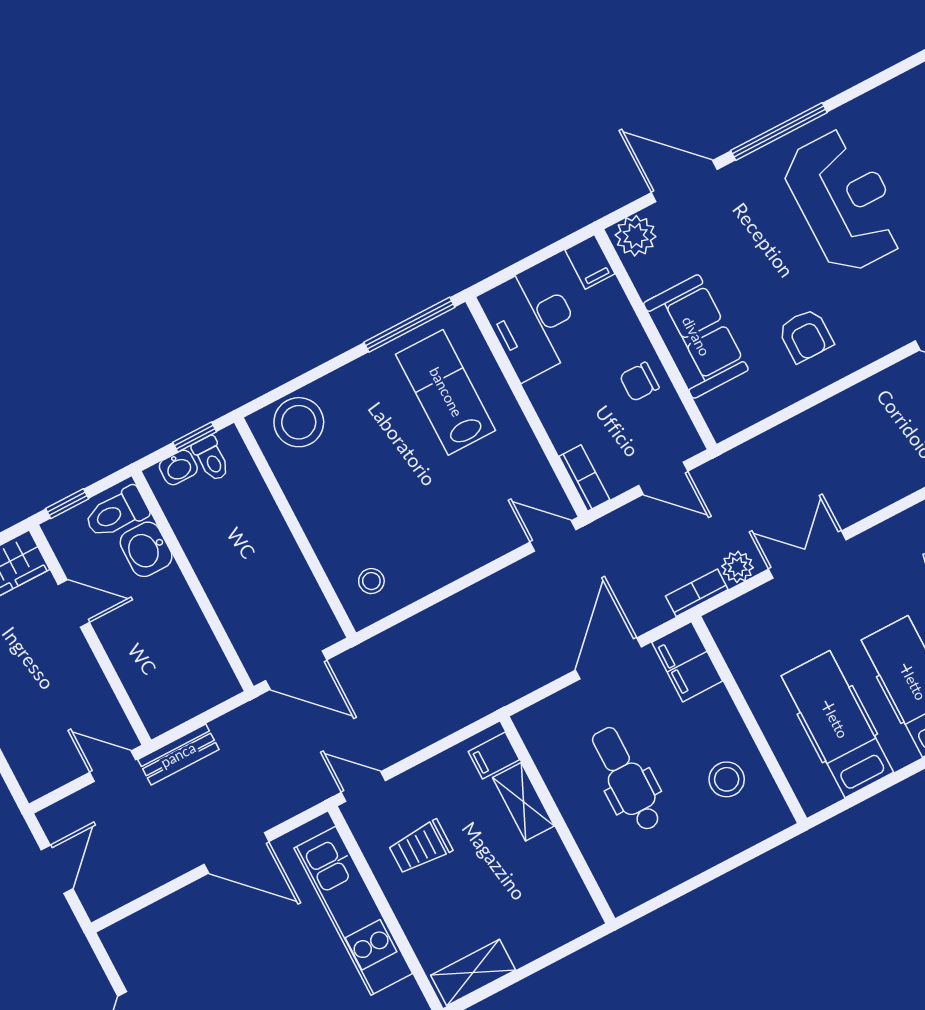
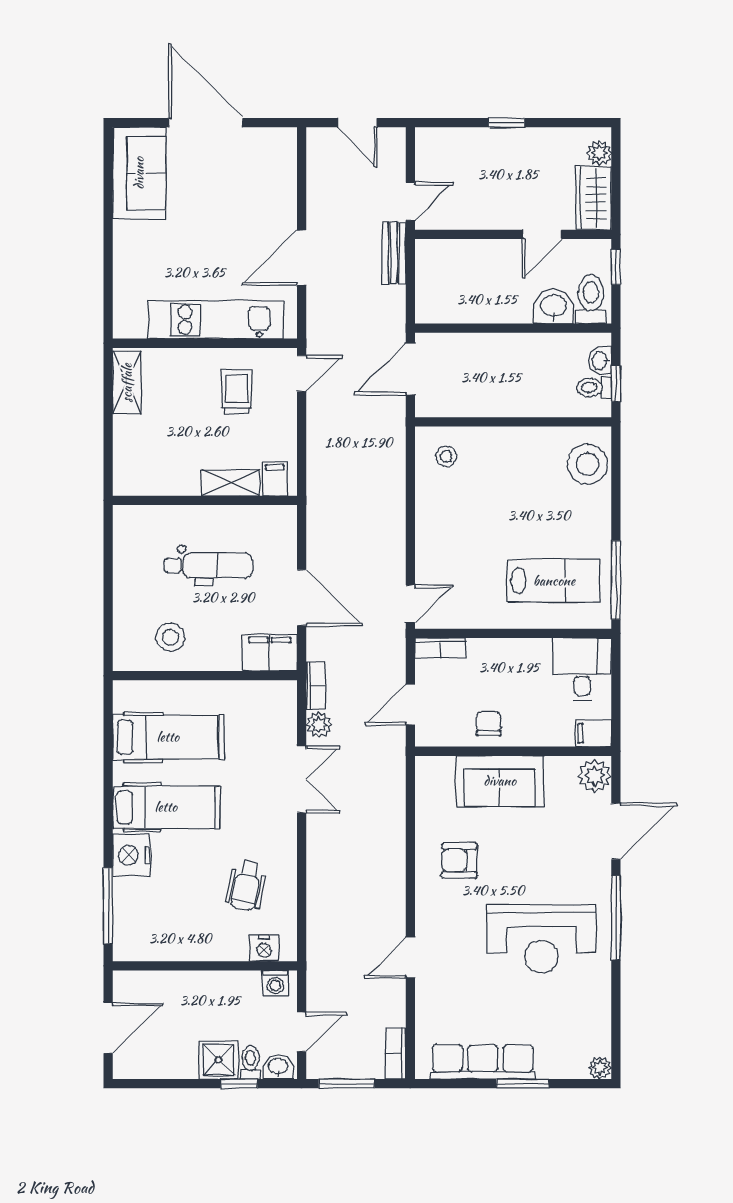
desk: (532, 322) -> (582, 669), width x0.73

